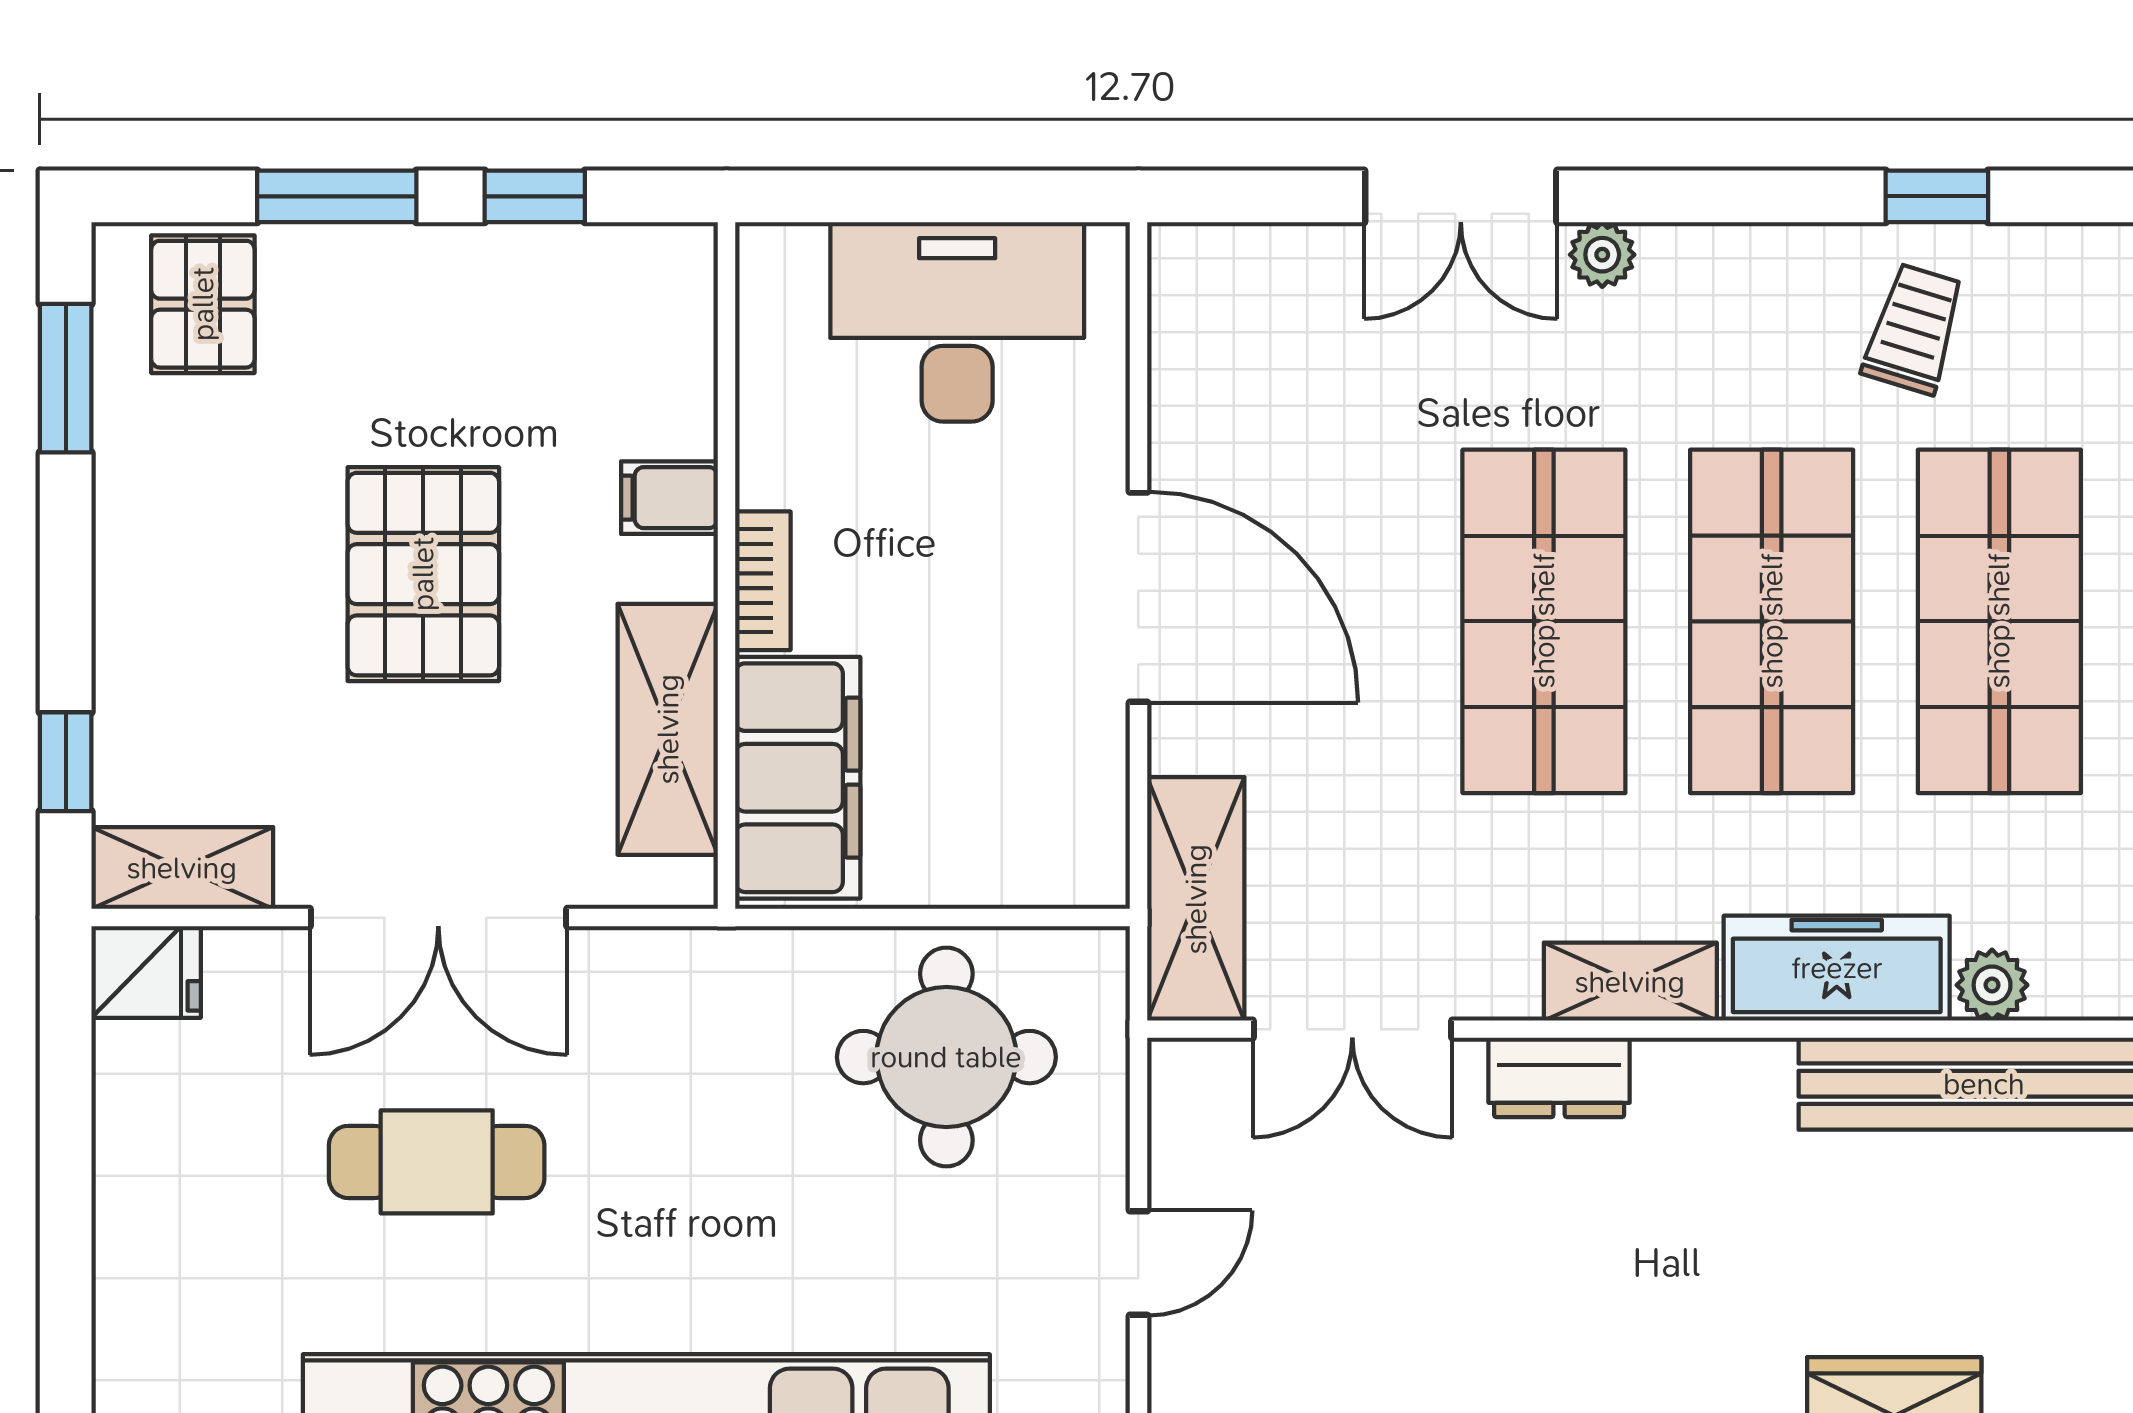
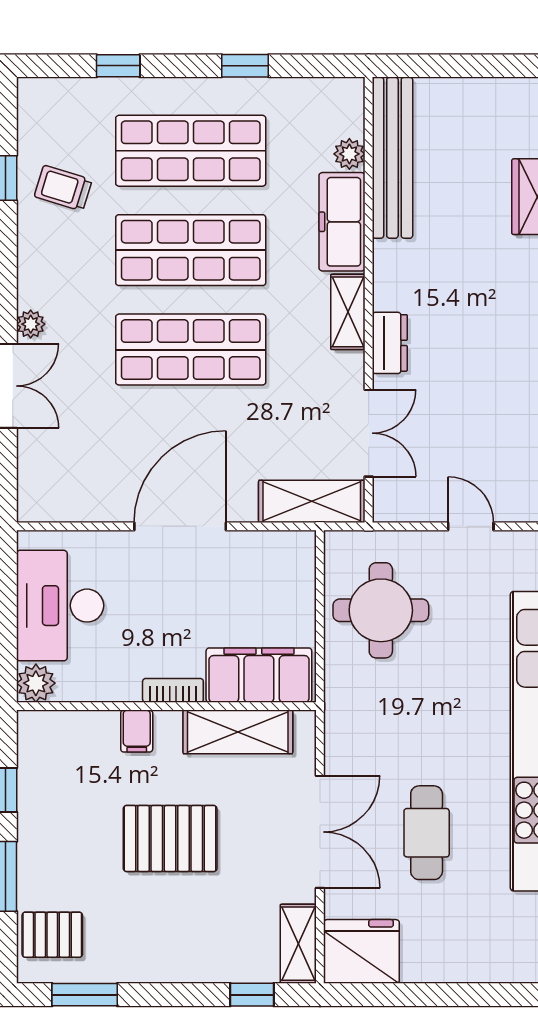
plant: (779, 266) -> (36, 683), added
fridge: (146, 972) -> (361, 951), width x1.88, depth x1.34

